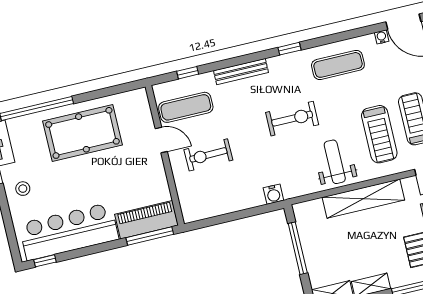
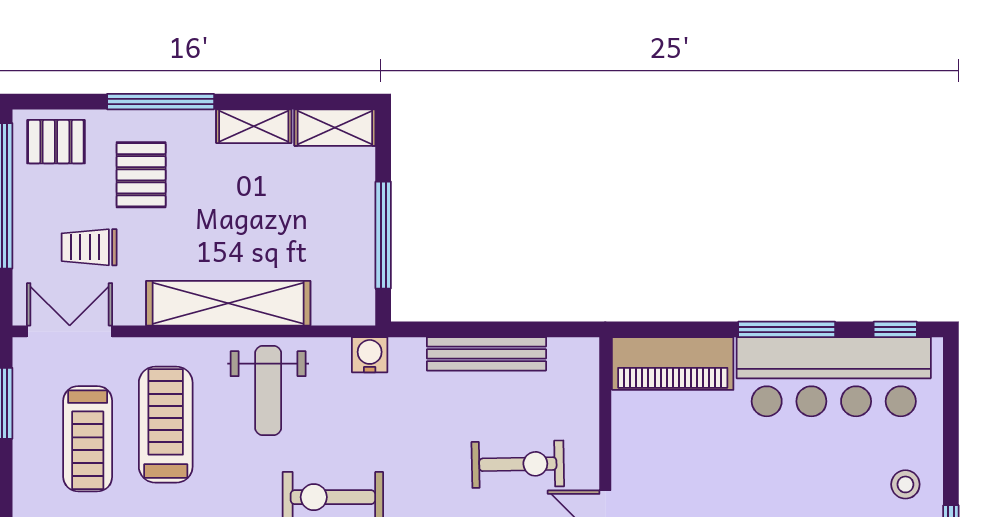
water cooler: (273, 194) -> (370, 355), moved
bench: (236, 204) -> (486, 354), added
window: (150, 236) -> (787, 329), moved

